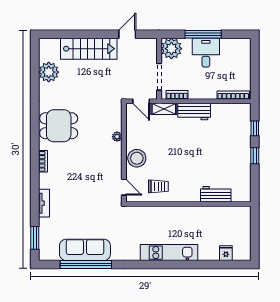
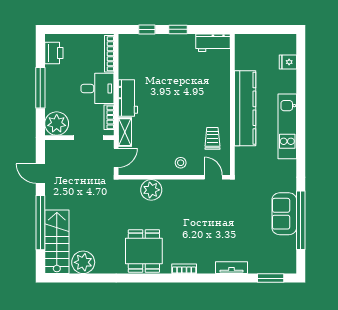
window: (84, 34) -> (40, 223), added
printer: (234, 46) -> (54, 53), added
stairs: (89, 49) -> (57, 242), moved
desk: (206, 53) -> (98, 88), moved, turned 180
plant: (117, 137) -> (151, 190), width x1.88, depth x1.88
stool: (137, 158) -> (181, 163), width x0.53, depth x0.53
door: (124, 187) -> (213, 177), hinge flipped
workbench: (216, 194) -> (213, 43), moved, turned -90
kitchen counter: (185, 215) -> (245, 108), added
sofa: (85, 250) -> (284, 214), width x0.73

